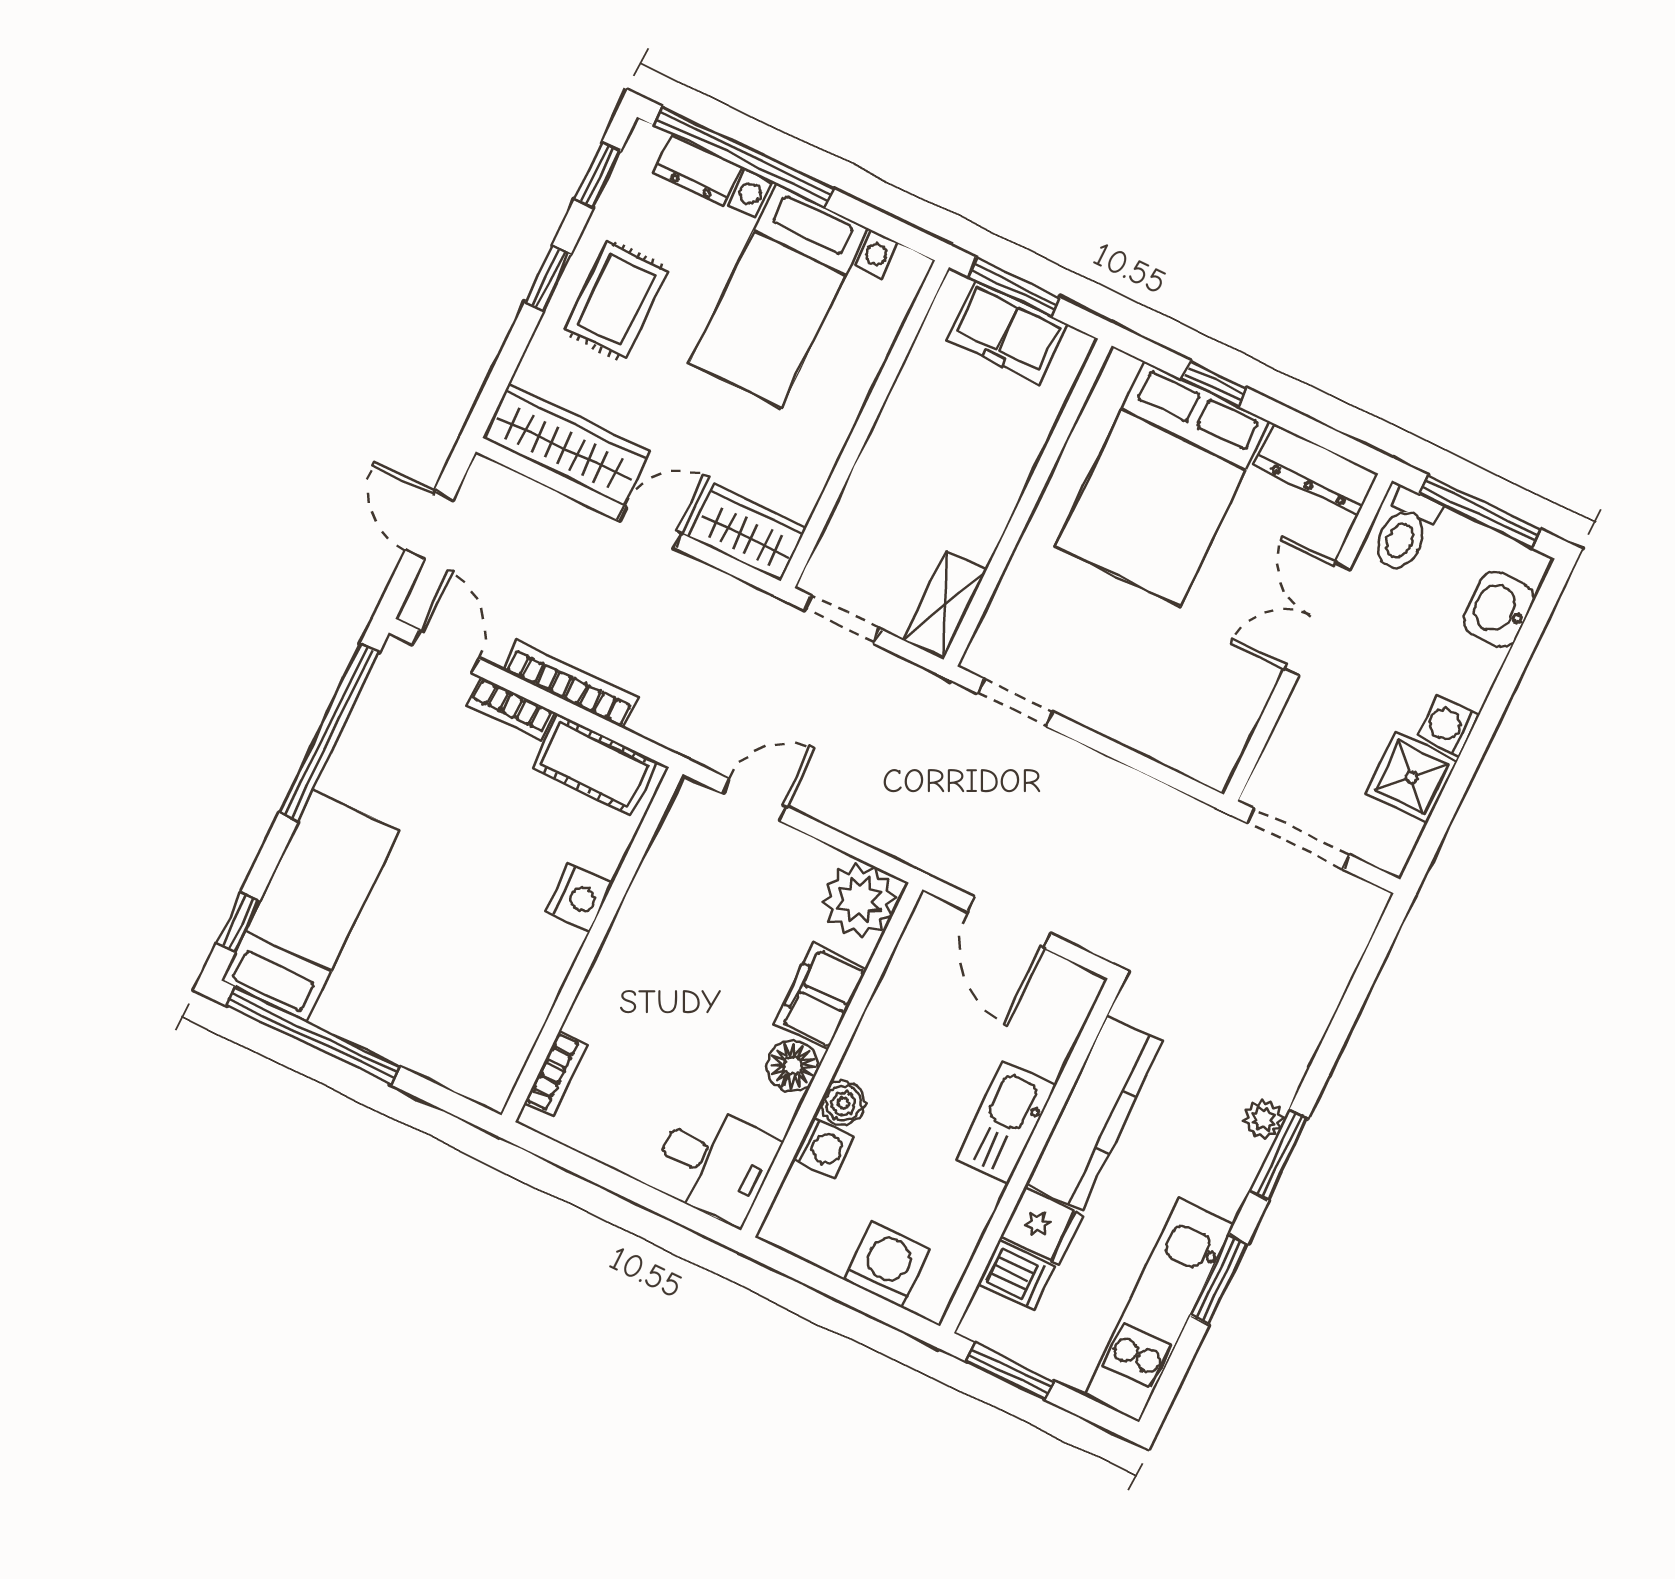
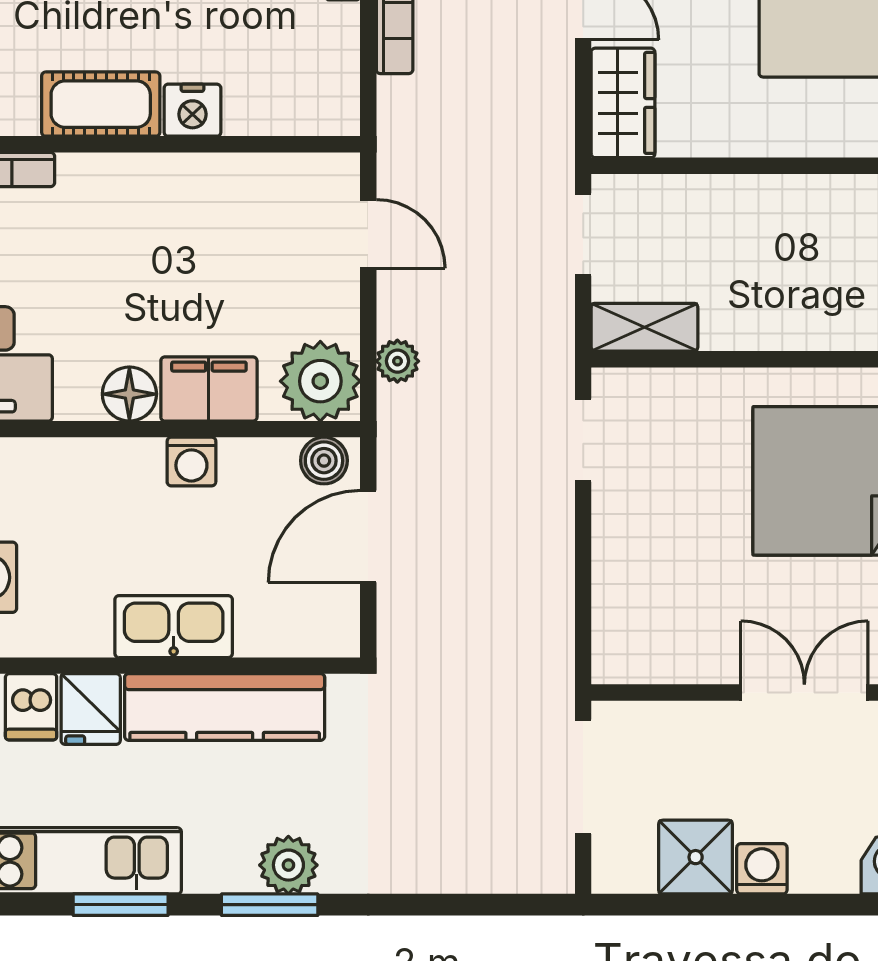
cot: (595, 765) -> (101, 104), moved, turned 90
plant: (873, 827) -> (397, 361), added
boiler: (844, 1103) -> (324, 461), moved
plant: (1263, 1119) -> (288, 865), width x1.38, depth x1.38
washing machine: (823, 1147) -> (191, 462), moved

